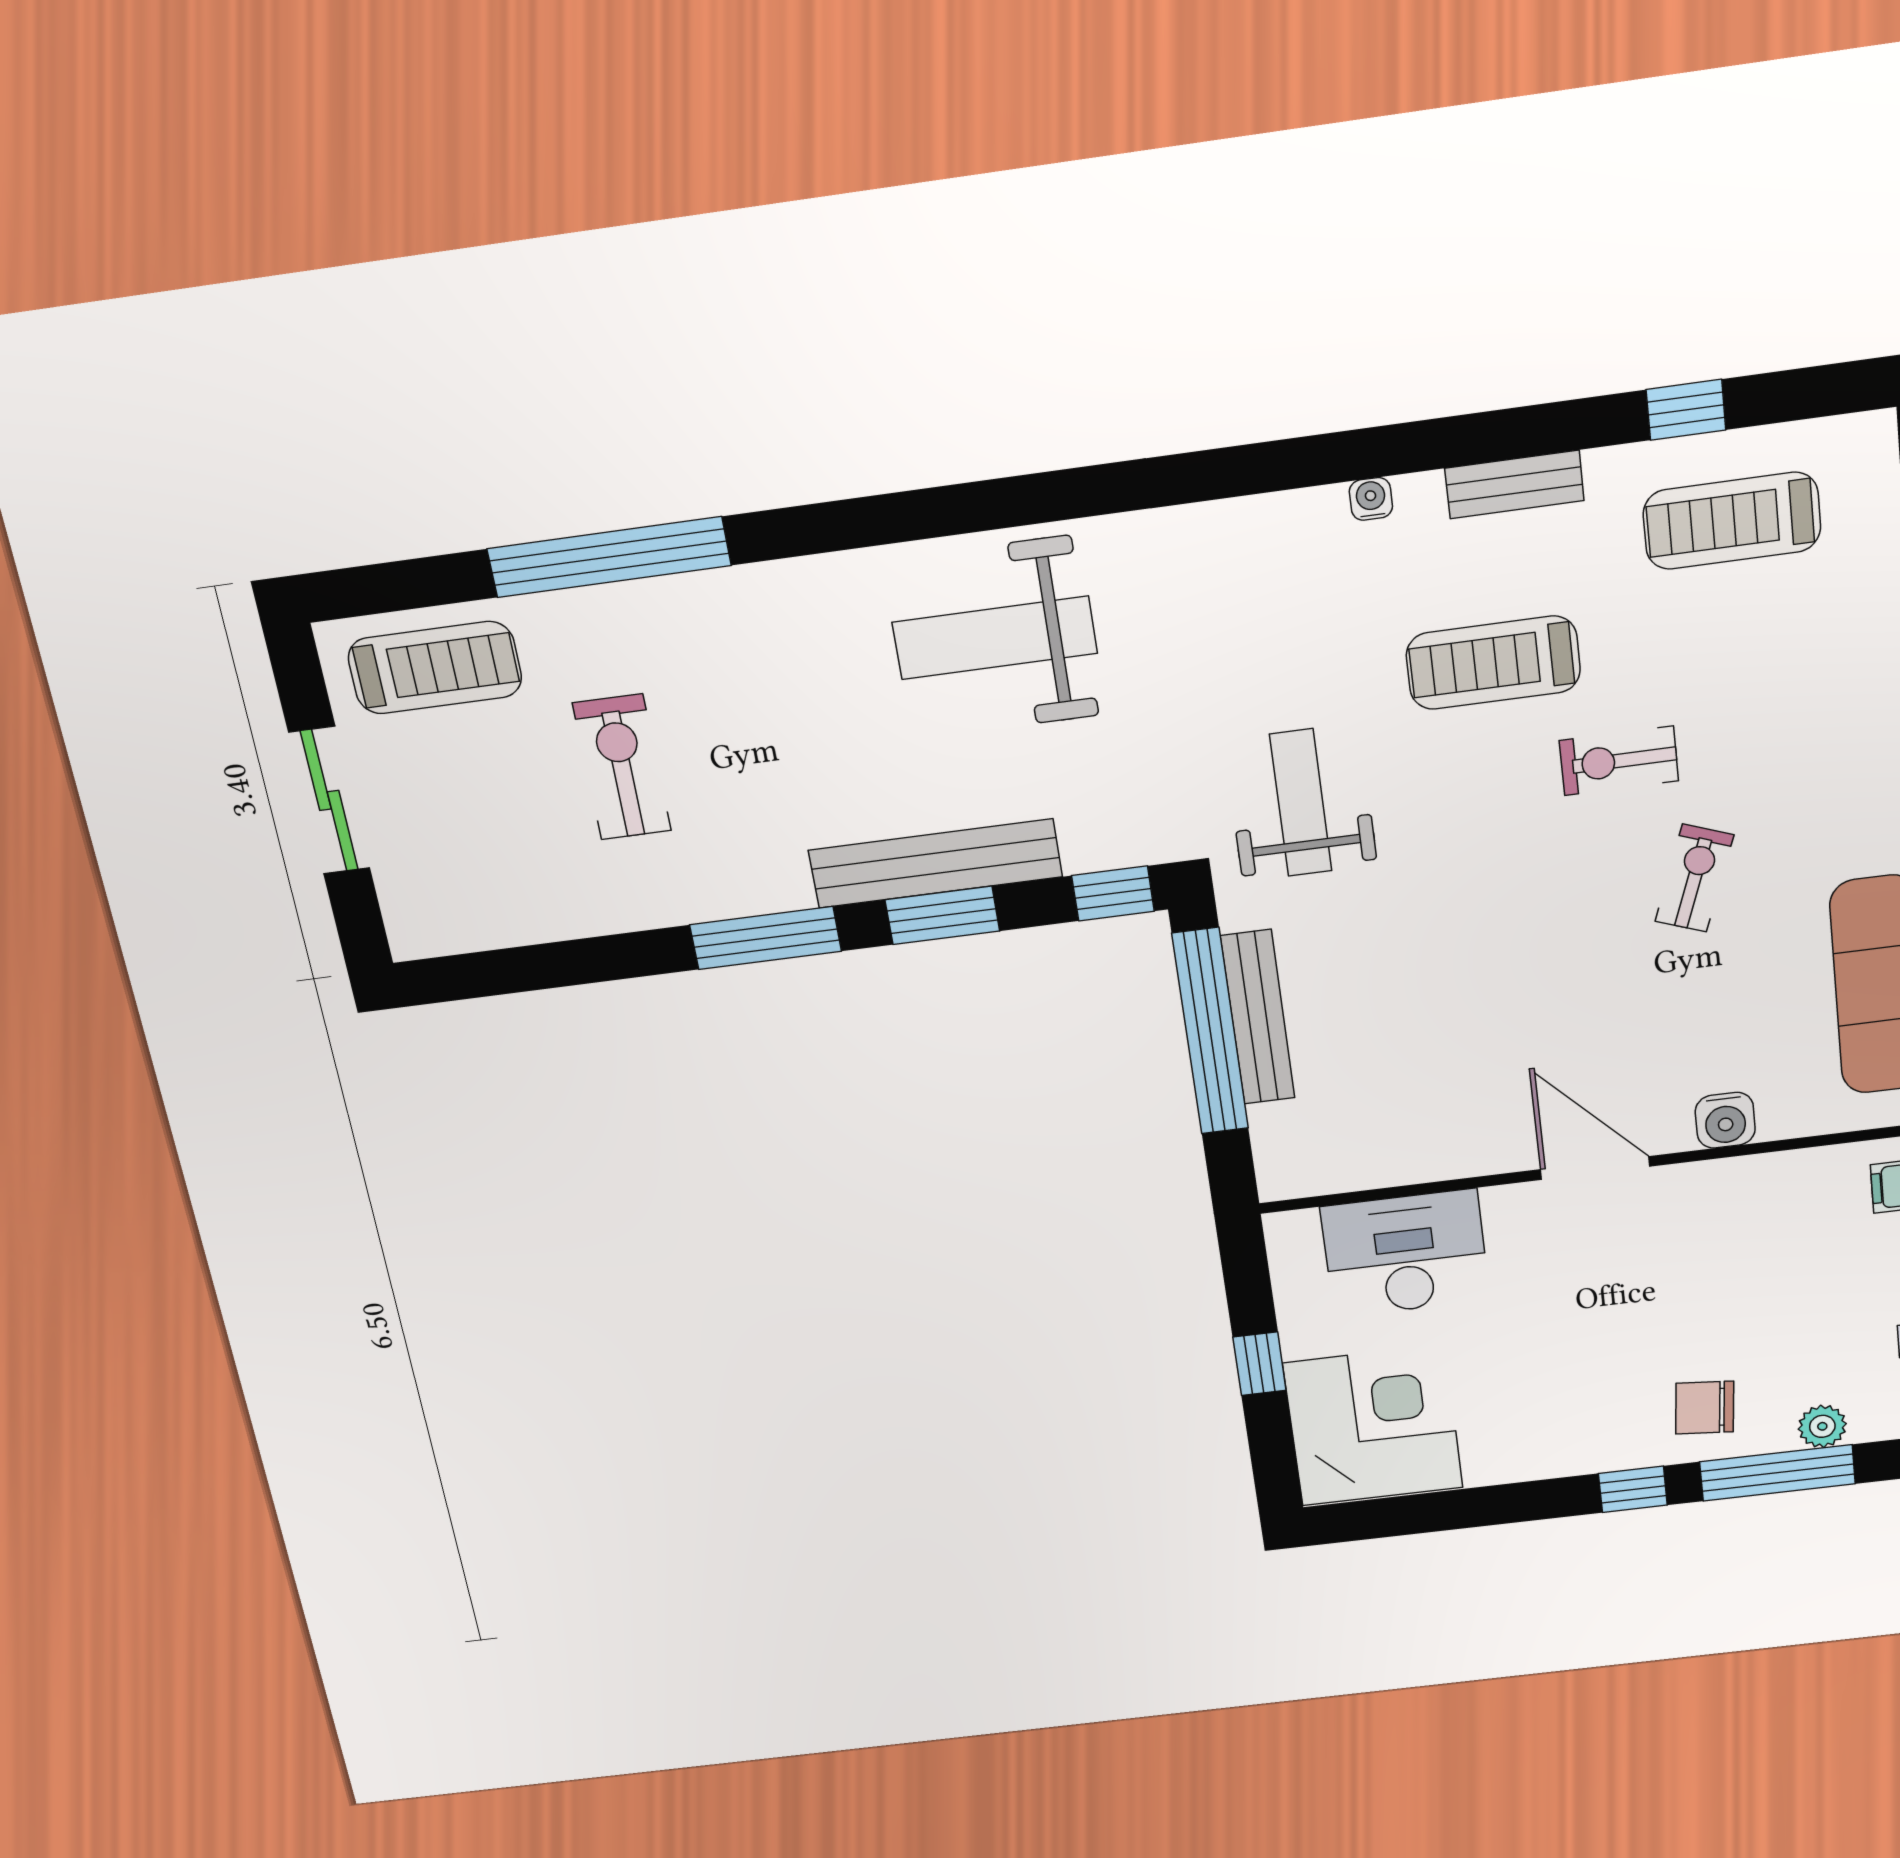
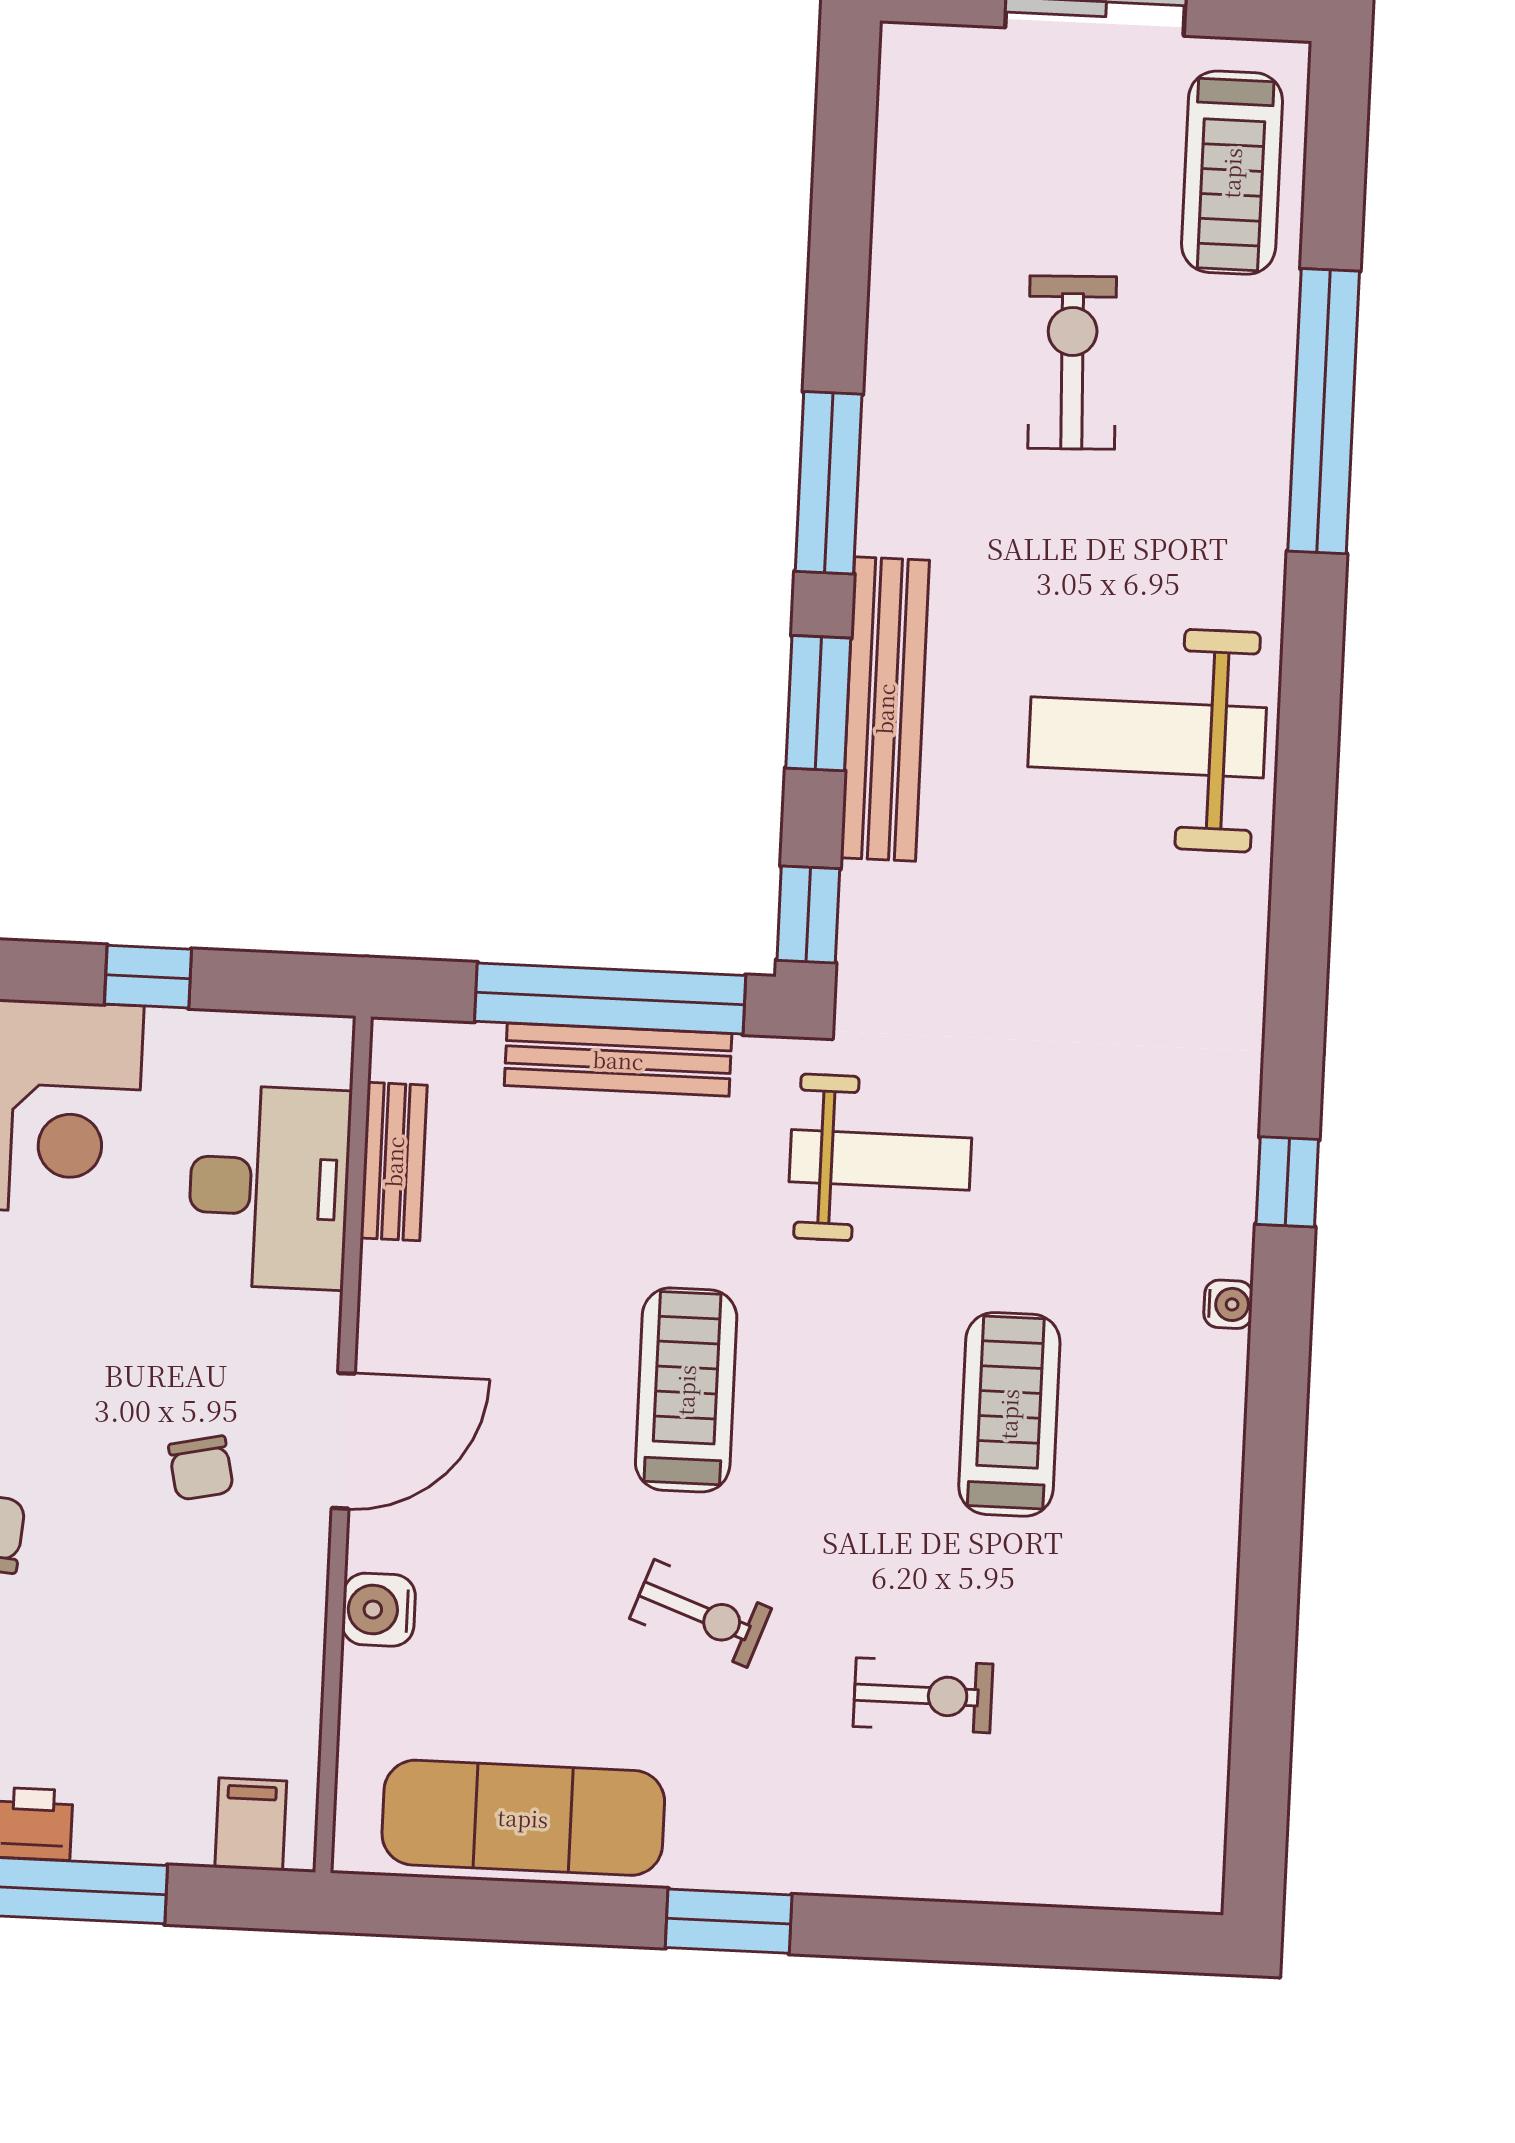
window: (1686, 410) -> (1287, 1182), moved
bench: (1514, 484) -> (394, 1162), moved
treadmill: (1732, 521) -> (686, 1390), moved
weight bench: (995, 638) -> (1147, 737), moved, turned -90
exercise bike: (1619, 761) -> (923, 1695), moved, turned 90
exercise bike: (622, 767) -> (1072, 363), turned -92
chair: (1632, 1266) -> (201, 1468), added

